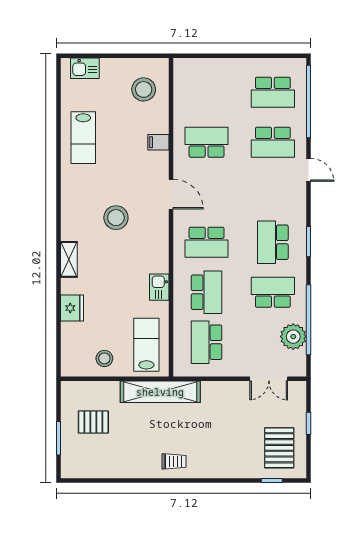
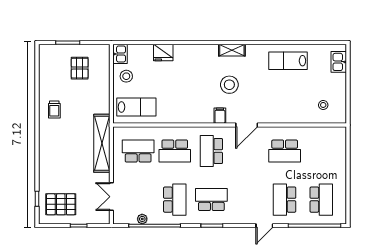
stool: (144, 89) -> (323, 105), width x0.53, depth x0.53
school desk: (273, 92) -> (321, 200), turned 180
filing cabinet: (158, 142) -> (220, 116), moved
school desk: (207, 142) -> (285, 151), turned 90
shelving: (69, 259) -> (232, 50), moved
kitchen sink: (159, 287) -> (120, 54), moved, turned 90
plant: (293, 337) -> (142, 219), width x0.53, depth x0.53
shelving: (160, 392) -> (102, 143), moved
trolley: (174, 461) -> (54, 109), moved

